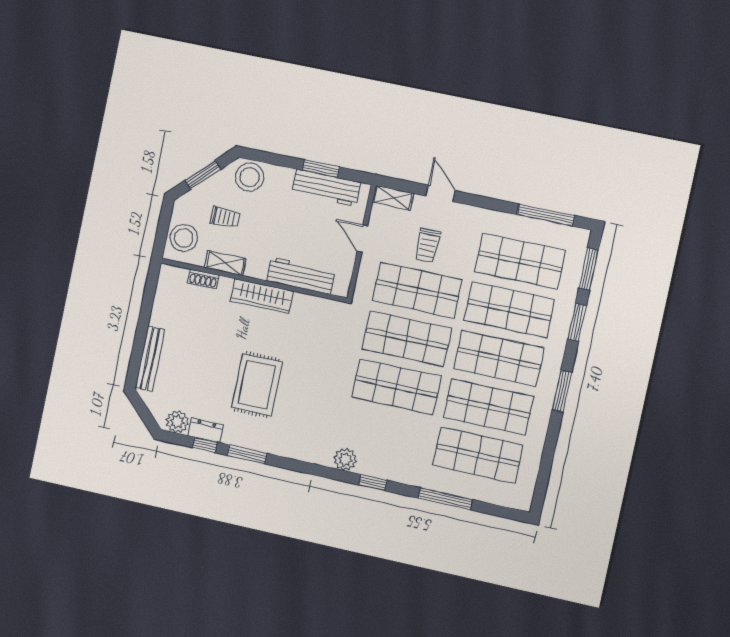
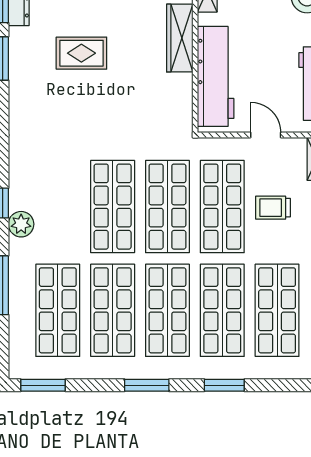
door: (362, 239) -> (266, 135), hinge flipped
window: (589, 269) -> (43, 385), moved
workbench: (301, 276) -> (216, 76), width x1.36, depth x1.32
rug: (257, 385) -> (81, 53), width x0.73, depth x0.70
plant: (345, 459) -> (21, 224), moved

